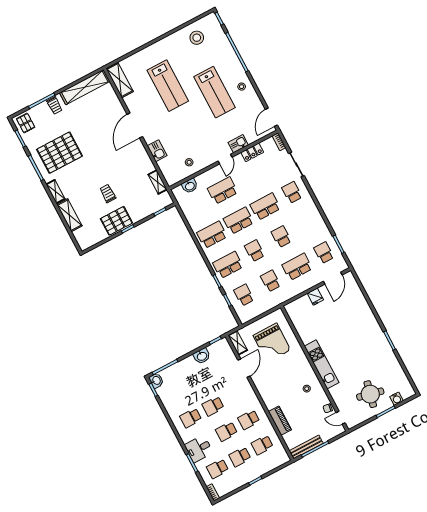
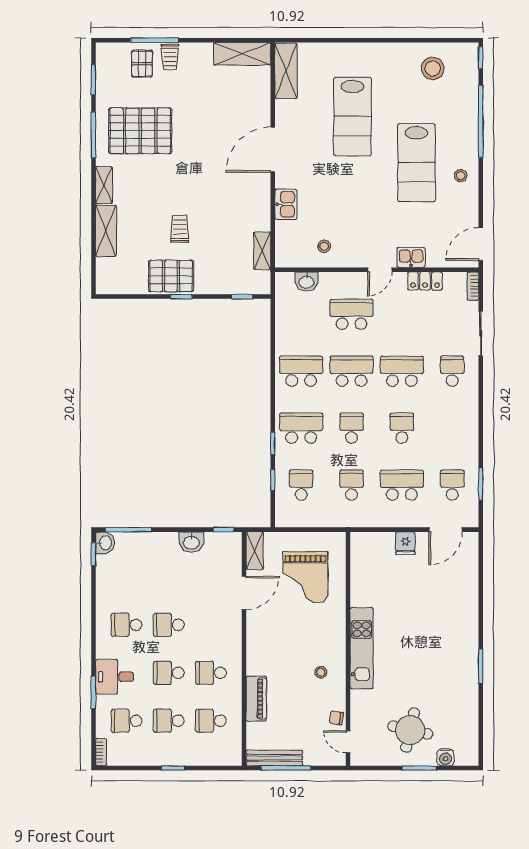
shelving: (85, 87) -> (242, 54), width x0.68
pallet: (26, 123) -> (142, 64), moved

